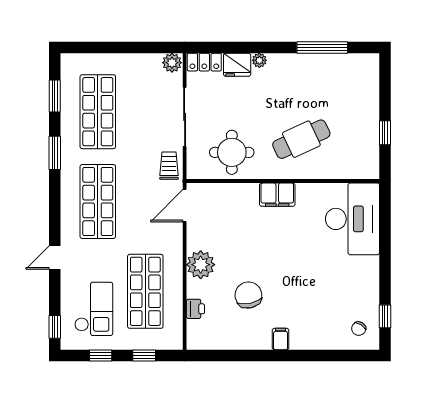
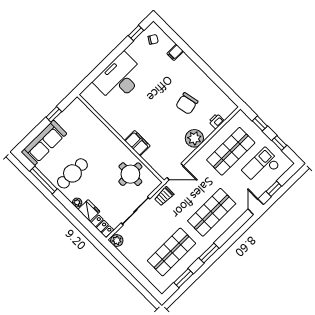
sofa: (364, 90) -> (44, 143), added
cafe table: (301, 139) -> (72, 173), moved, turned -65
filing cabinet: (277, 195) -> (137, 143), moved
desk: (352, 219) -> (120, 78), moved
door: (55, 258) -> (256, 207), swing flipped
window: (55, 327) -> (274, 189), moved
filing cabinet: (281, 339) -> (175, 52), moved

